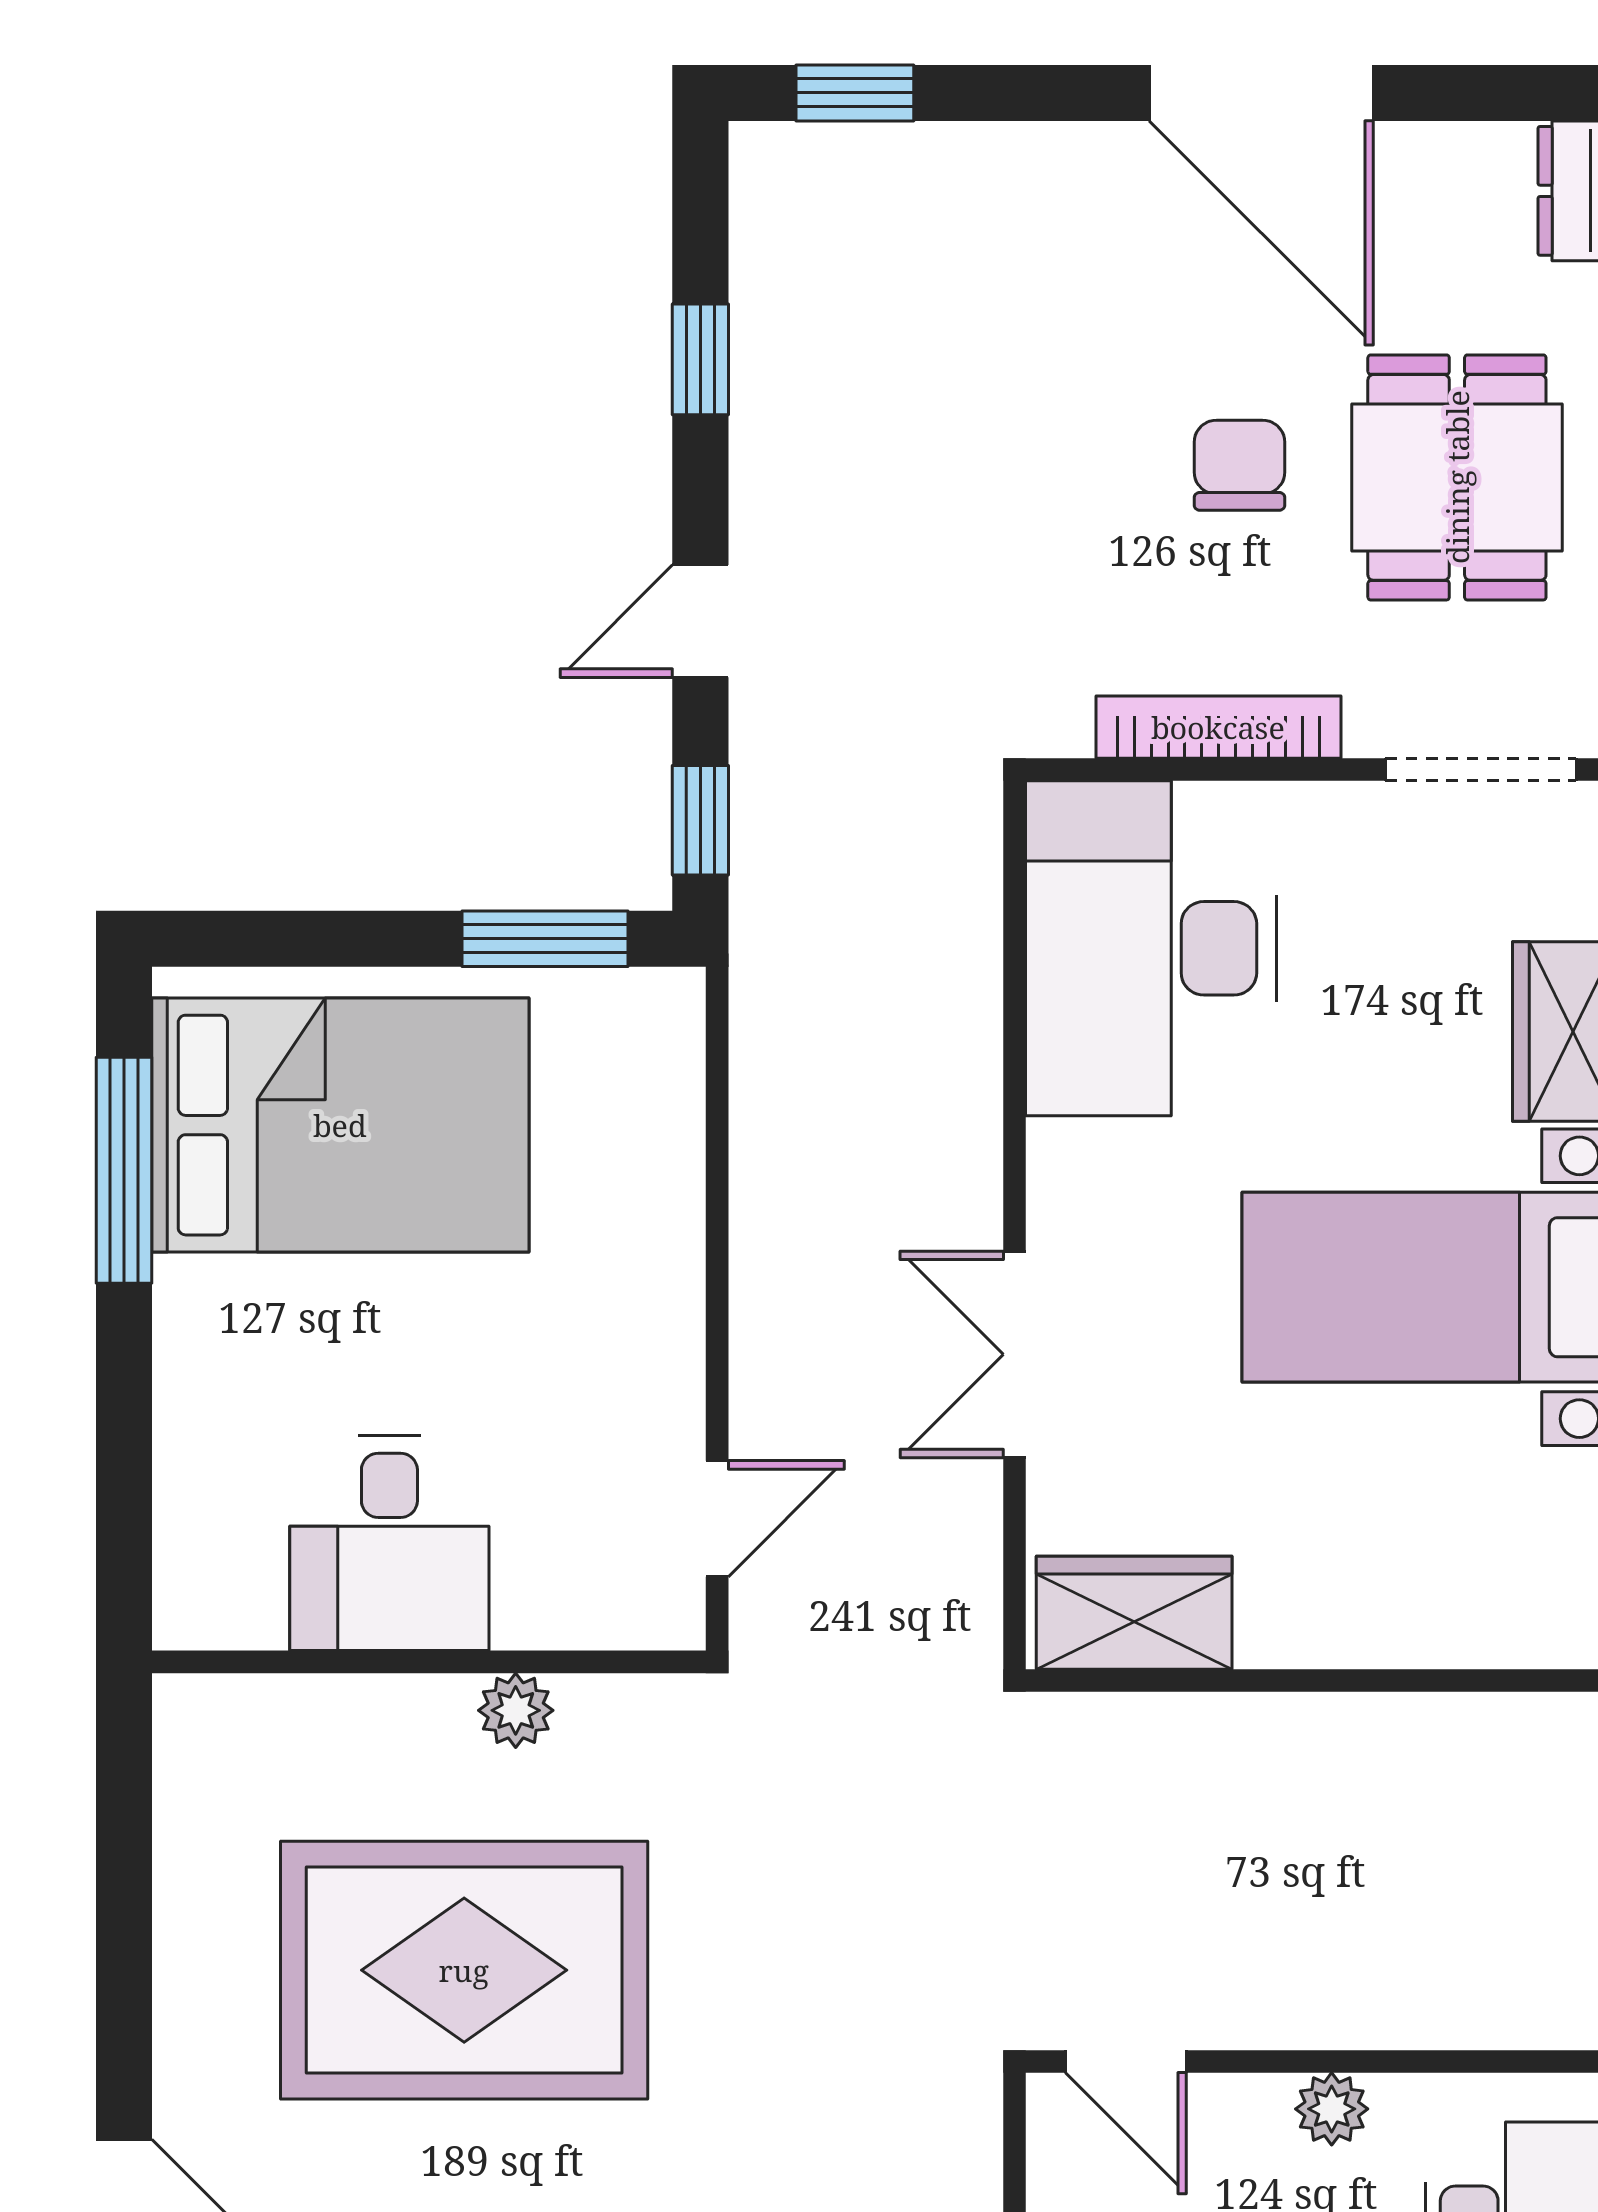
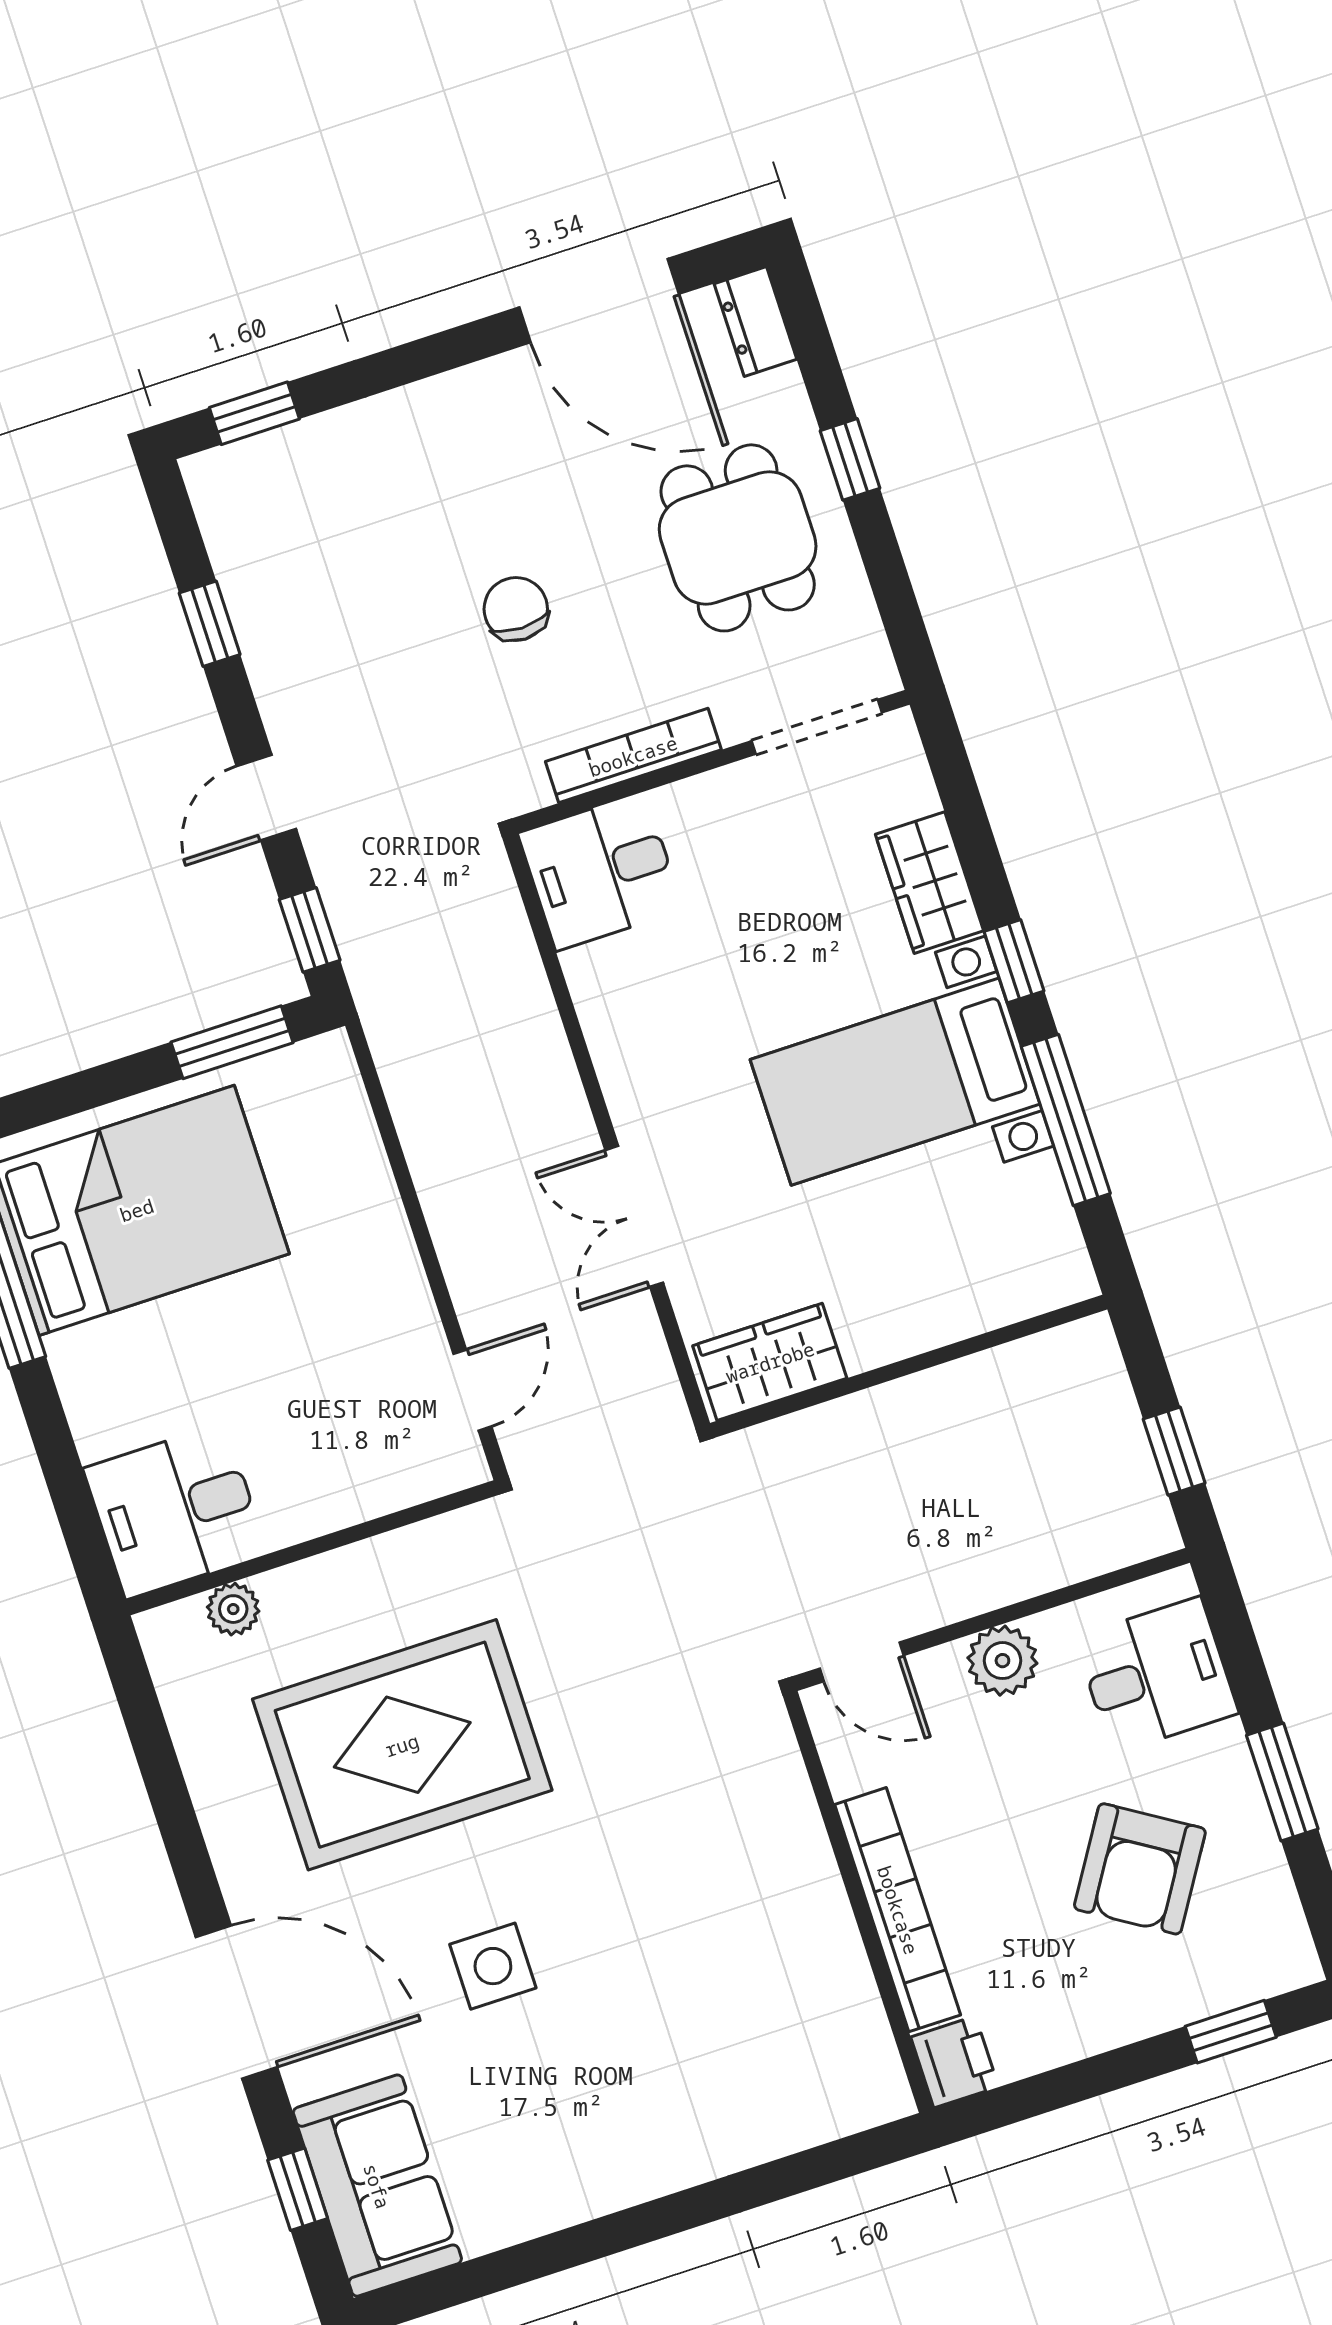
door: (1261, 93) -> (599, 301), moved
chair: (1239, 465) -> (516, 609), moved
desk: (1151, 948) -> (601, 871), width x0.53, depth x0.77
desk: (389, 1543) -> (175, 1511), moved, turned 90
plant: (516, 1710) -> (233, 1609), moved
plant: (1332, 2109) -> (1002, 1661), width x1.38, depth x1.38

